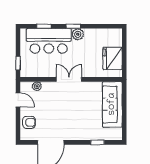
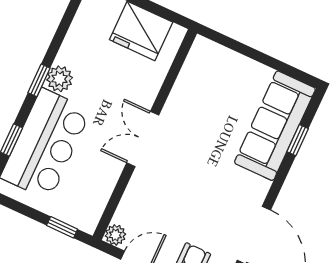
plant: (37, 86) -> (115, 235), moved
sofa: (112, 104) -> (275, 126), moved, turned 90

